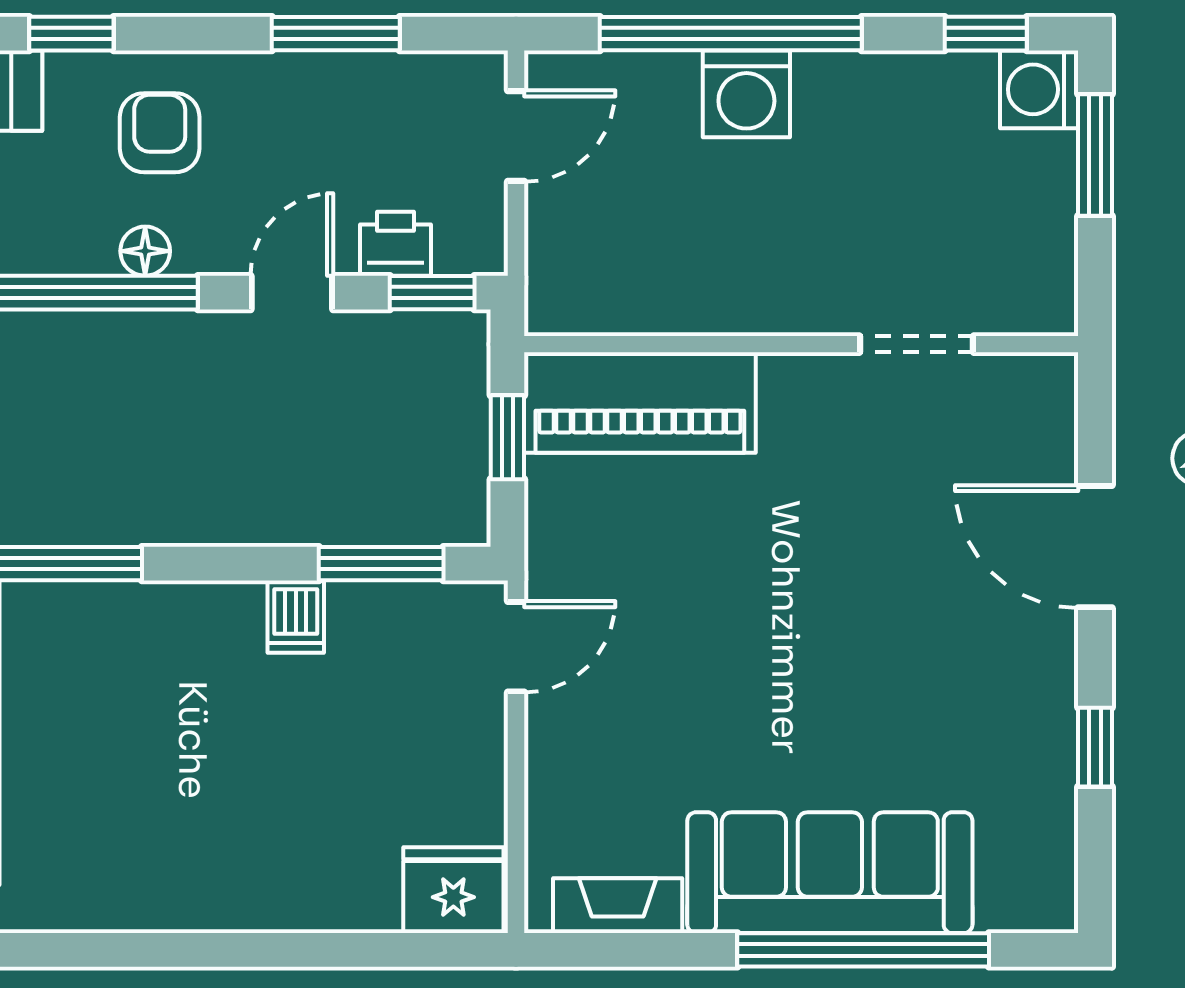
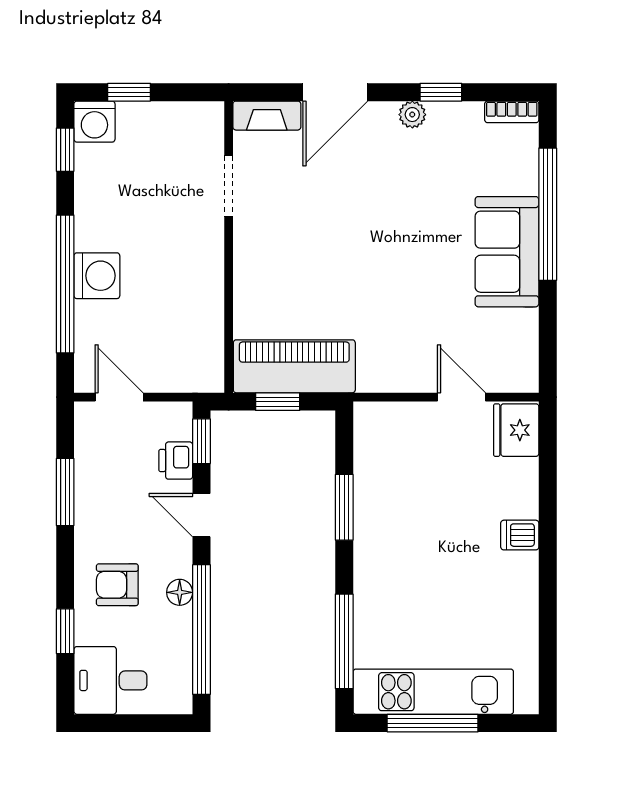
window: (1095, 155) -> (129, 92), width x0.67
piano: (640, 403) -> (294, 366), moved, turned -90
window: (381, 564) -> (344, 507), moved
dishwasher: (296, 617) -> (520, 535), moved, turned 180
door: (516, 647) -> (461, 397), moved
plant: (1053, 693) -> (412, 115), added
sofa: (830, 873) -> (507, 252), width x0.73
bookcase: (1058, 882) -> (512, 112), added
fireplace: (618, 906) -> (267, 116), moved, turned -90

